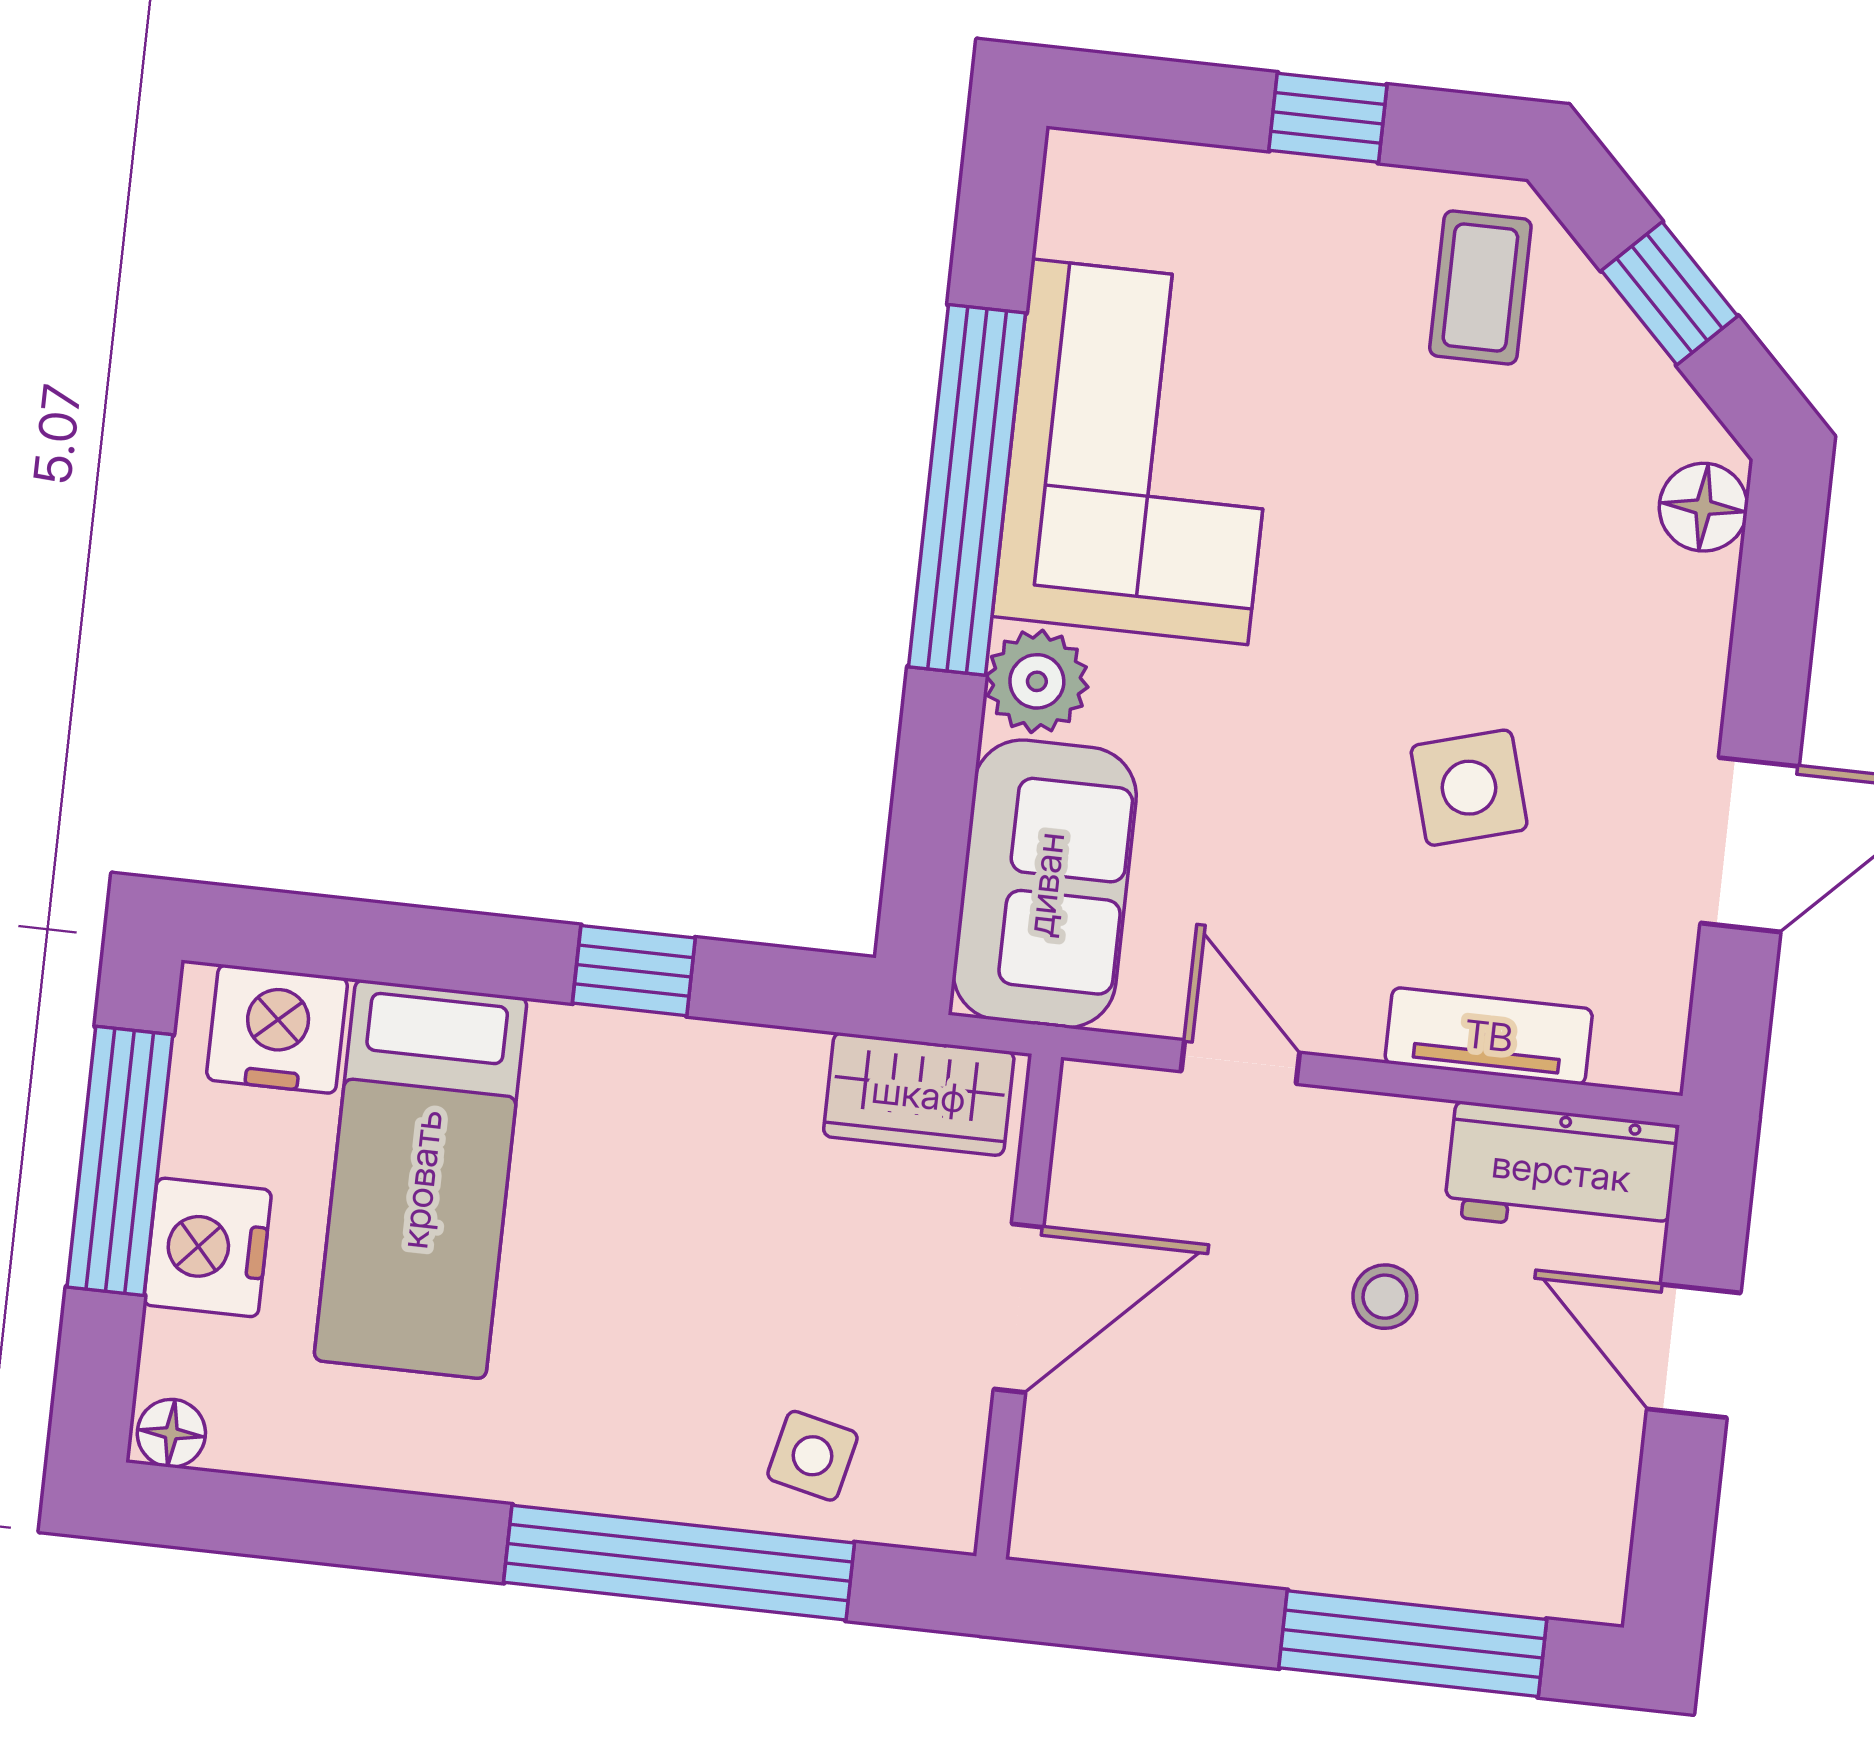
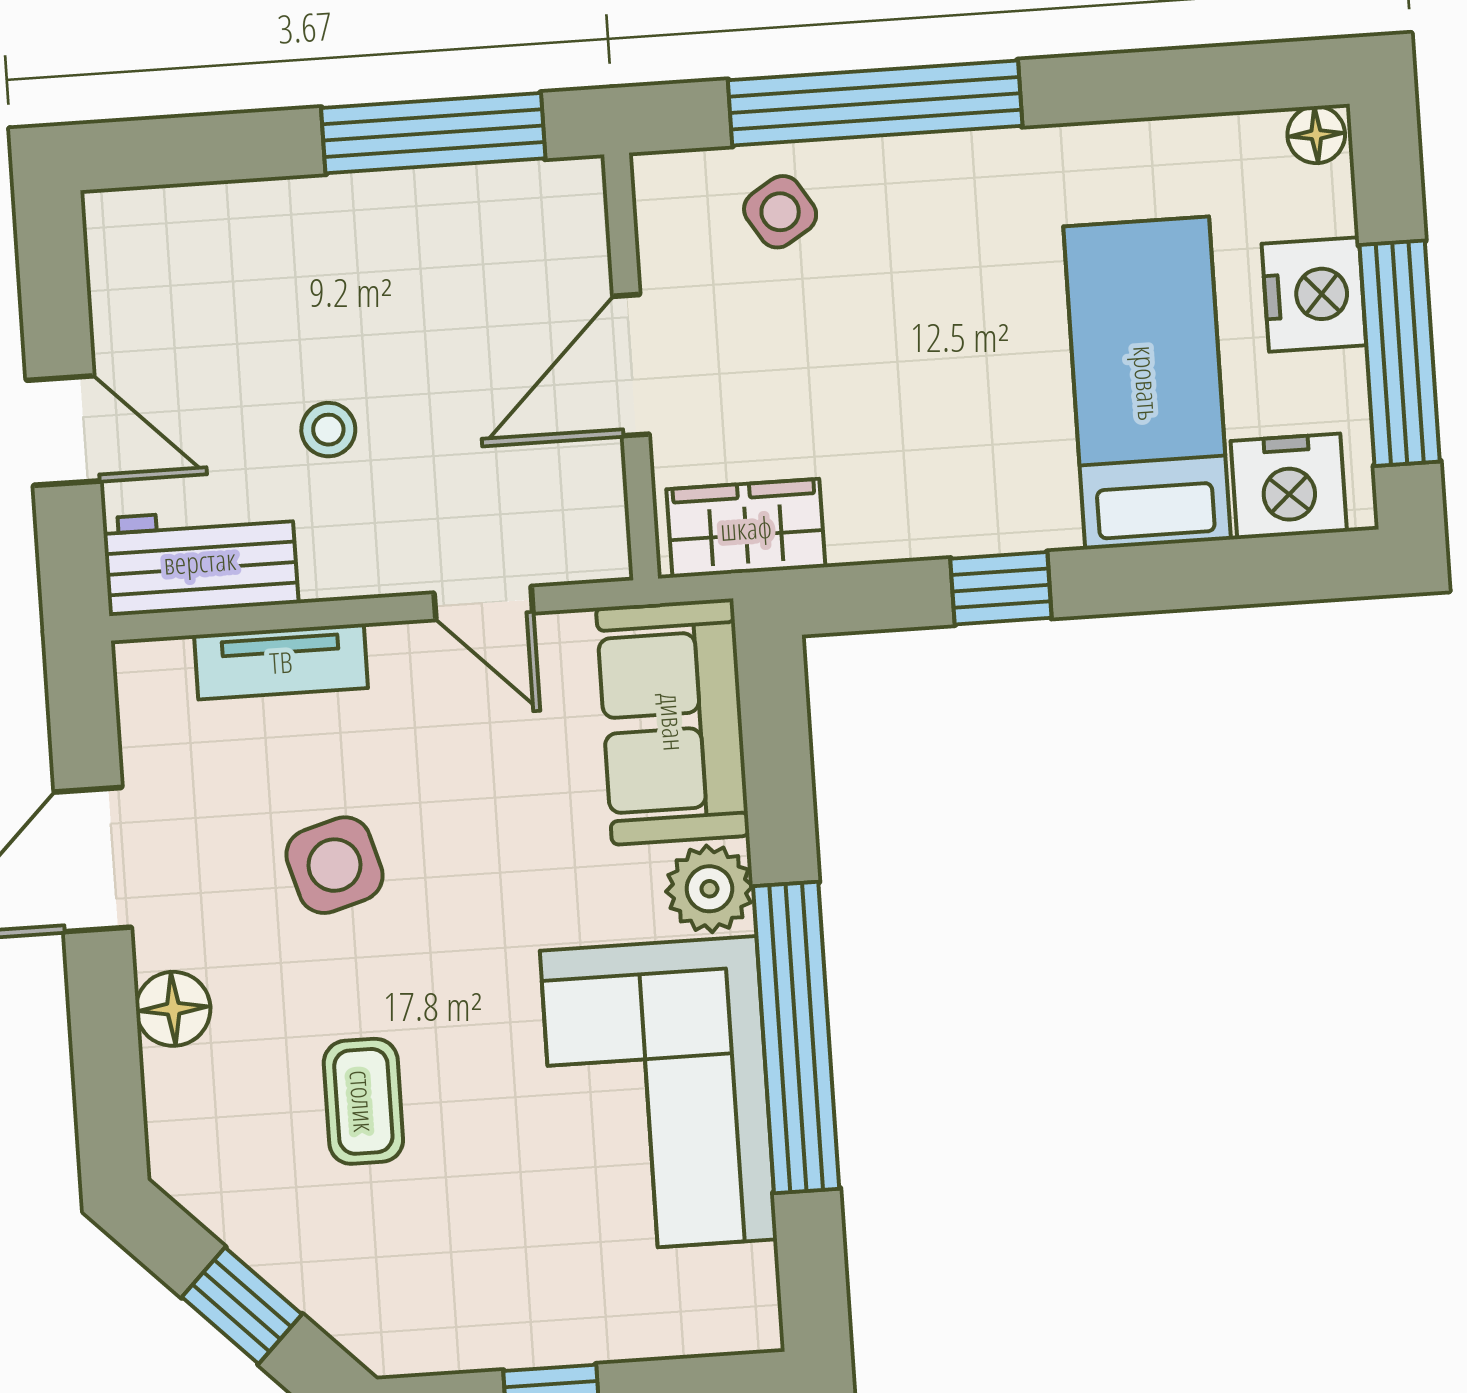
coffee table: (1480, 287) -> (363, 1101), moved
floor lamp: (1703, 507) -> (173, 1009), moved
side table: (812, 1456) -> (780, 212), turned 45
window: (1413, 1644) -> (433, 133), moved

